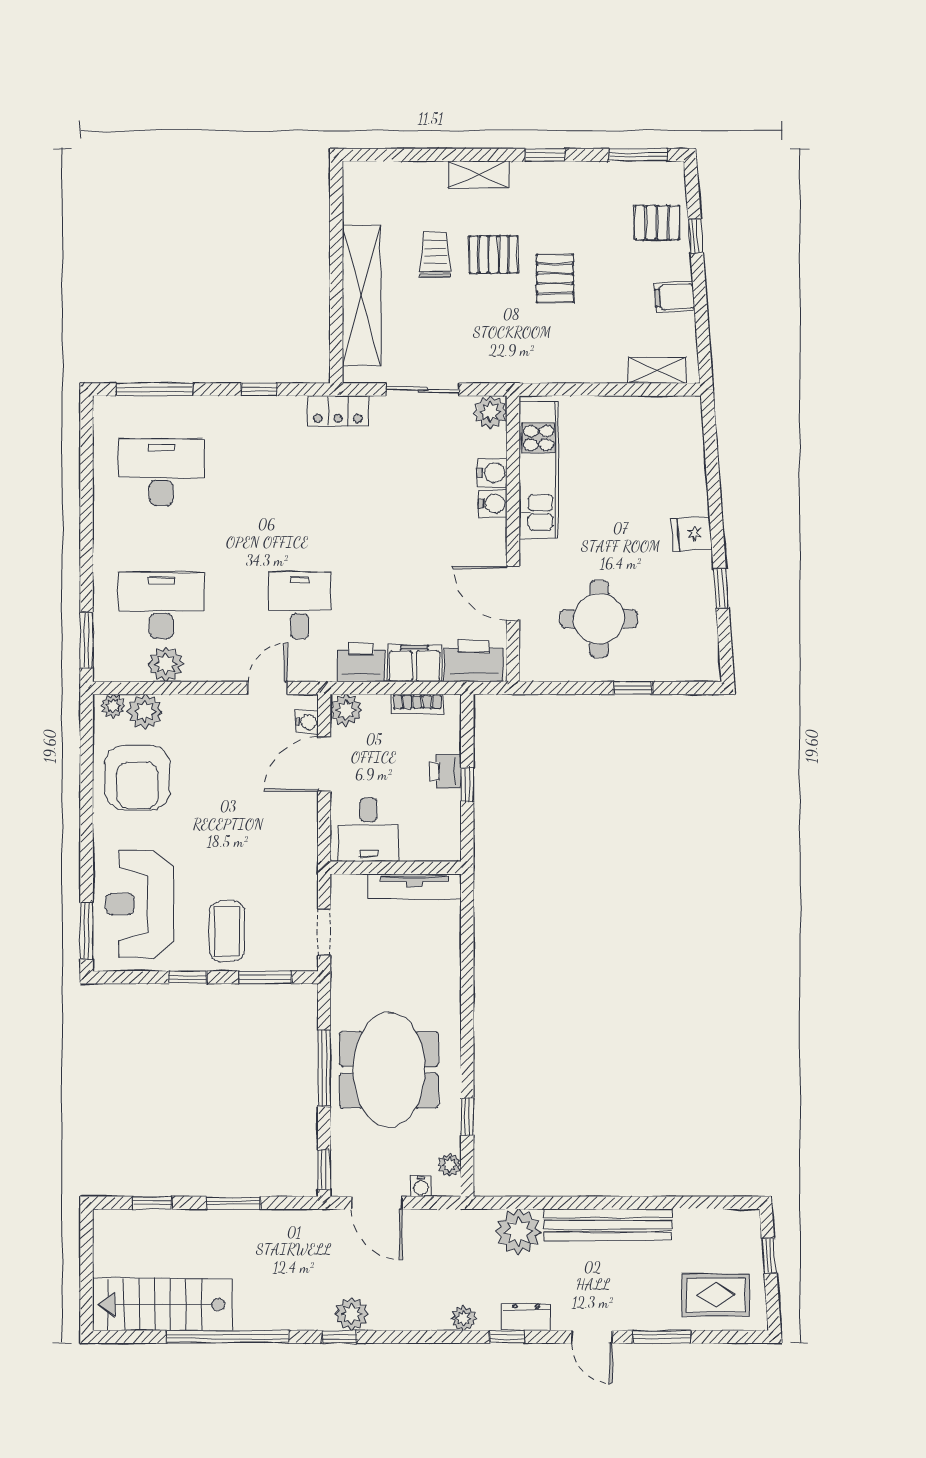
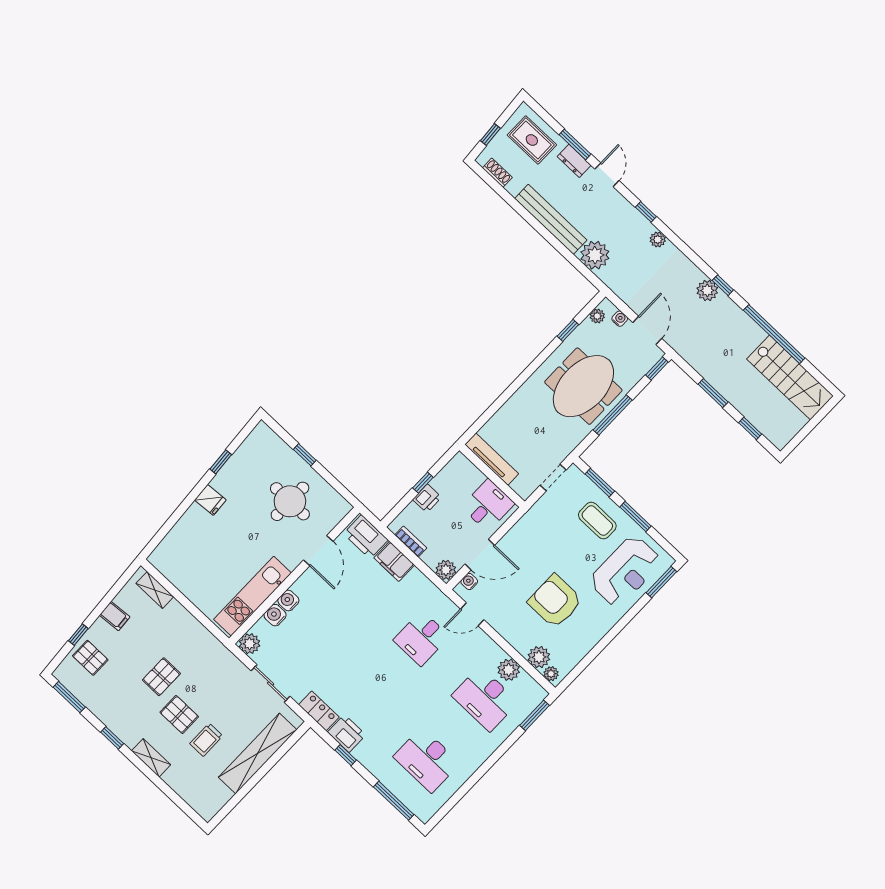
printer: (361, 662) -> (347, 733), moved, turned 180
armchair: (137, 778) -> (555, 601), moved, turned -90
coffee table: (227, 931) -> (597, 521), turned 90
window: (188, 977) -> (635, 516), width x1.50
shoe rack: (720, 1220) -> (497, 173), added
dresser: (526, 1317) -> (574, 161), moved

